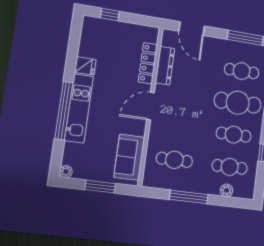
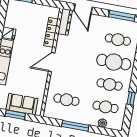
dresser: (165, 66) -> (65, 22), moved
sofa: (129, 157) -> (22, 104), moved, turned 90

